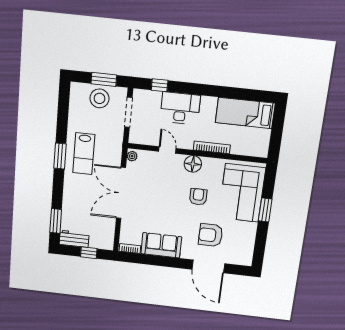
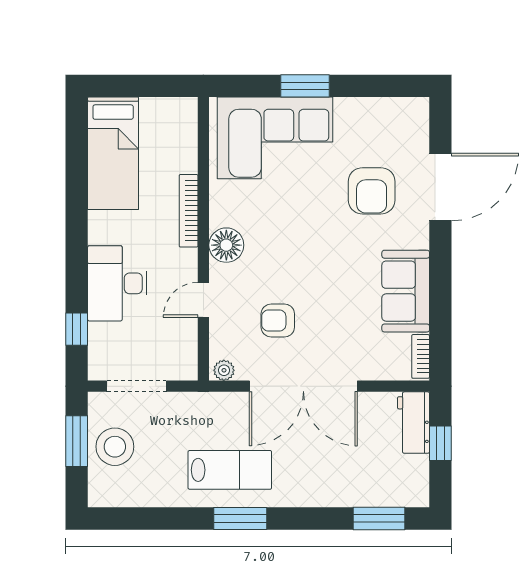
armchair: (198, 197) -> (278, 321), moved
workbench: (74, 239) -> (413, 423), moved

